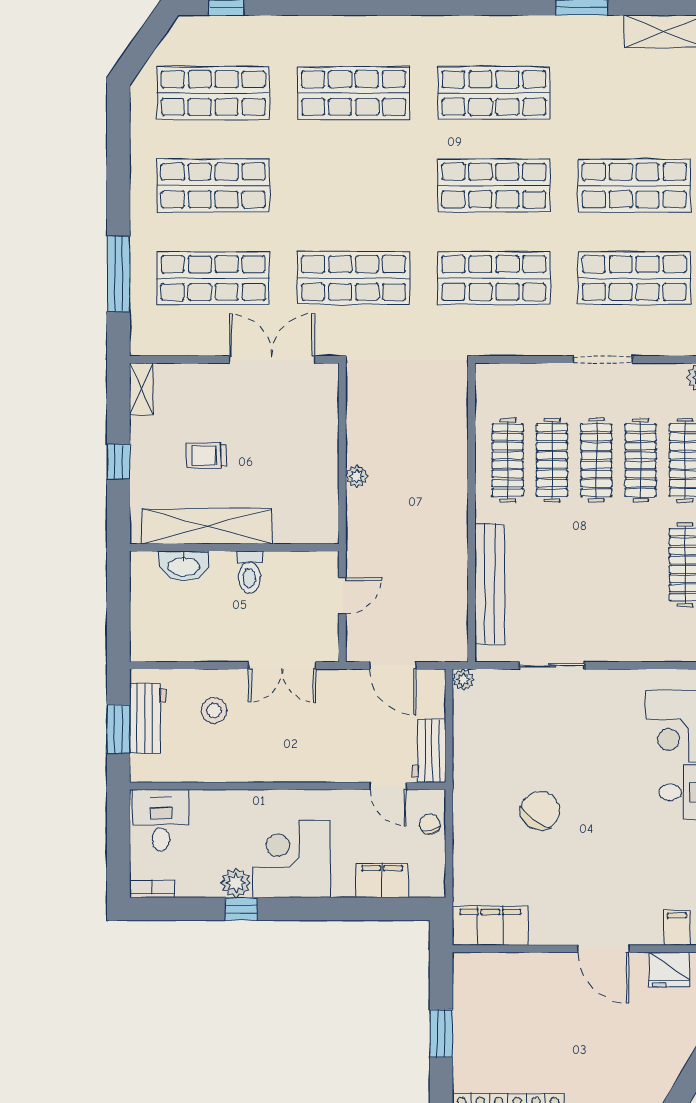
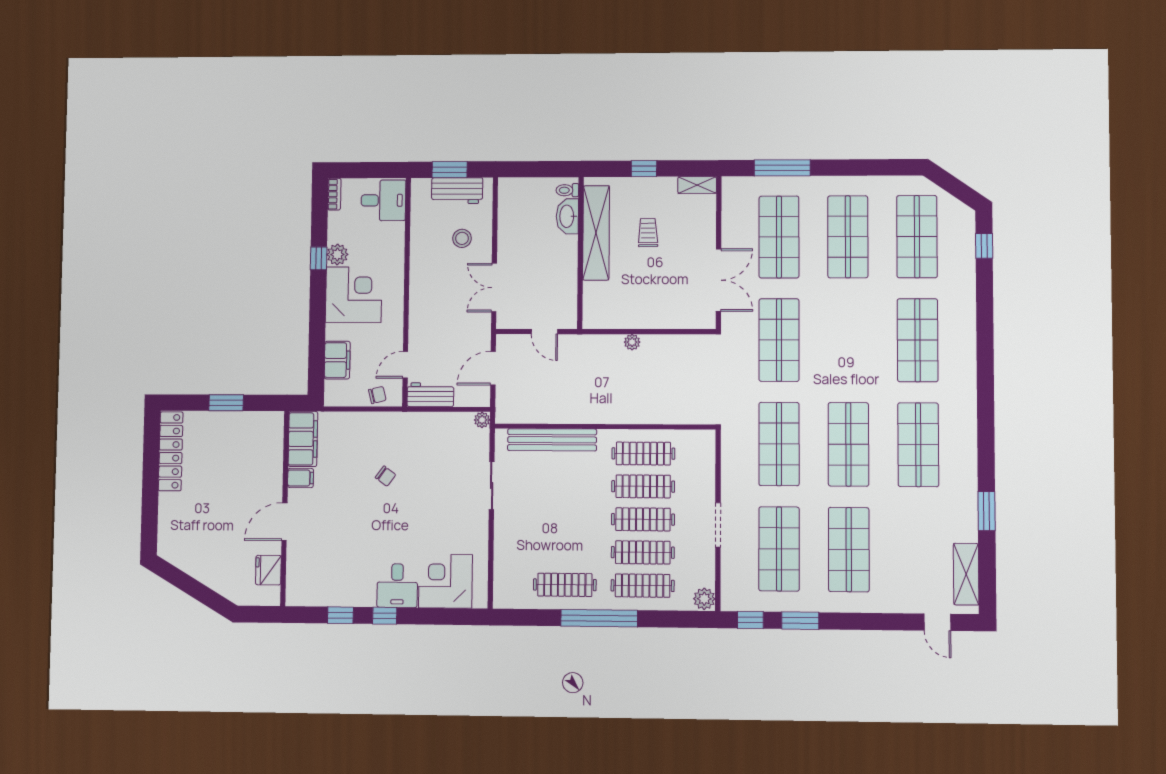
toilet: (249, 572) -> (567, 190), moved, width x0.73, depth x0.72
chair: (540, 811) -> (386, 476), width x0.54, depth x0.54
filing cabinet: (677, 928) -> (301, 478), moved

